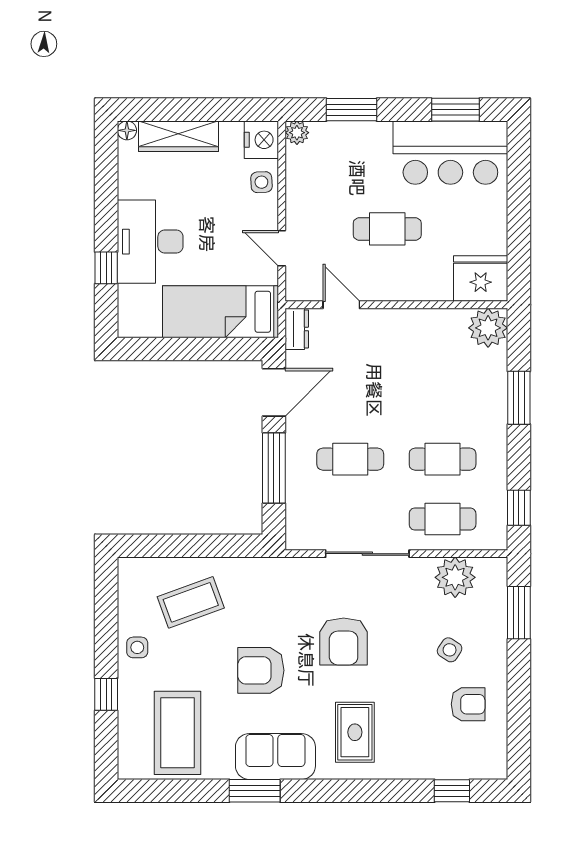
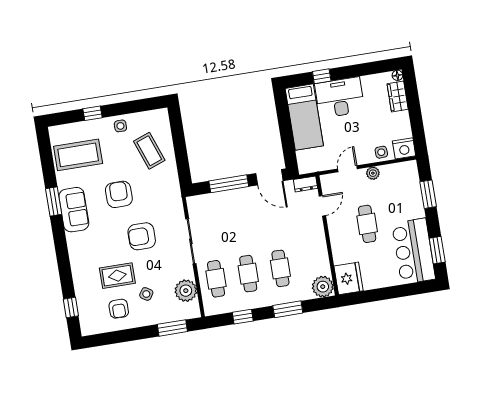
plant: (297, 133) -> (373, 173), moved
wardrobe: (179, 136) -> (398, 96), width x0.67
bed: (221, 312) -> (304, 117), moved, turned 180
cafe table: (350, 459) -> (280, 268), moved
window: (519, 508) -> (243, 317), moved
rug: (355, 732) -> (117, 276), moved

